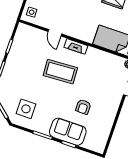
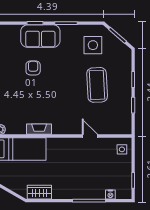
fireplace: (76, 46) -> (39, 129), moved
coffee table: (60, 72) -> (97, 85), moved, turned 90

